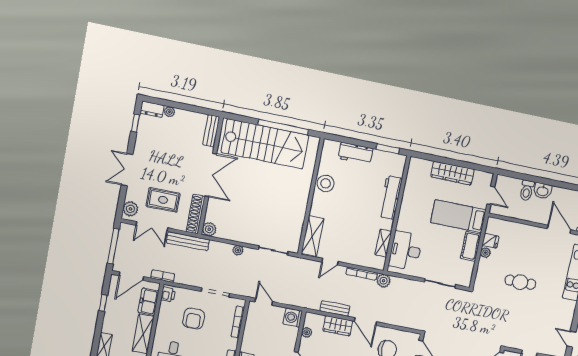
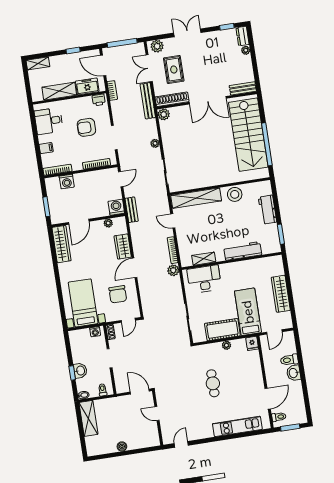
shelving: (313, 236) -> (196, 198), width x1.47
fridge: (490, 241) -> (252, 343), moved
cot: (471, 246) -> (222, 330), width x1.37, depth x1.34
bench: (335, 308) -> (132, 210), moved

